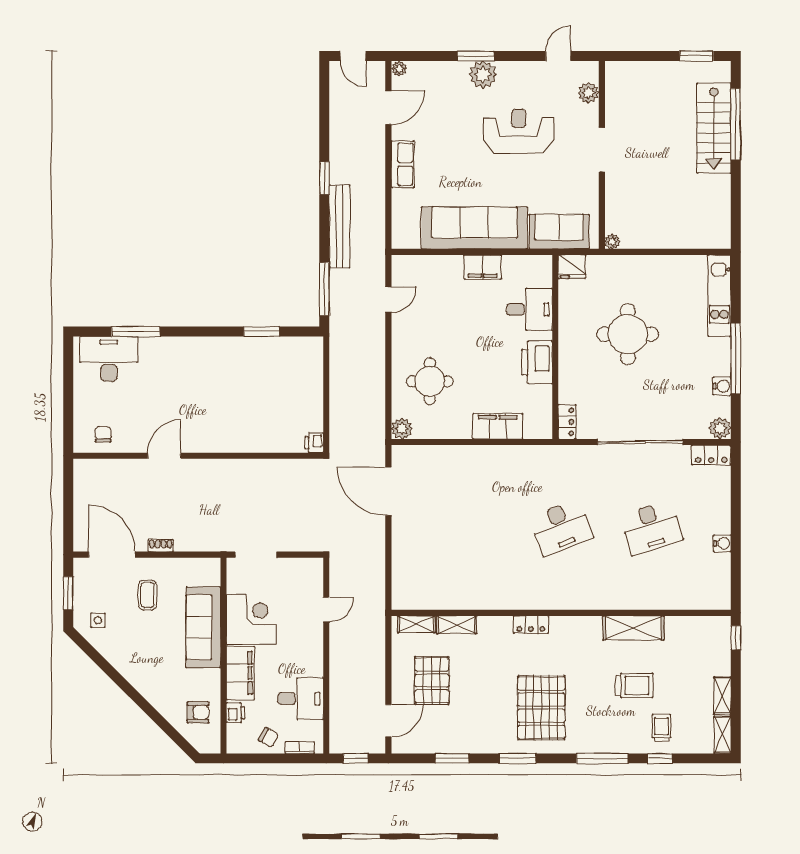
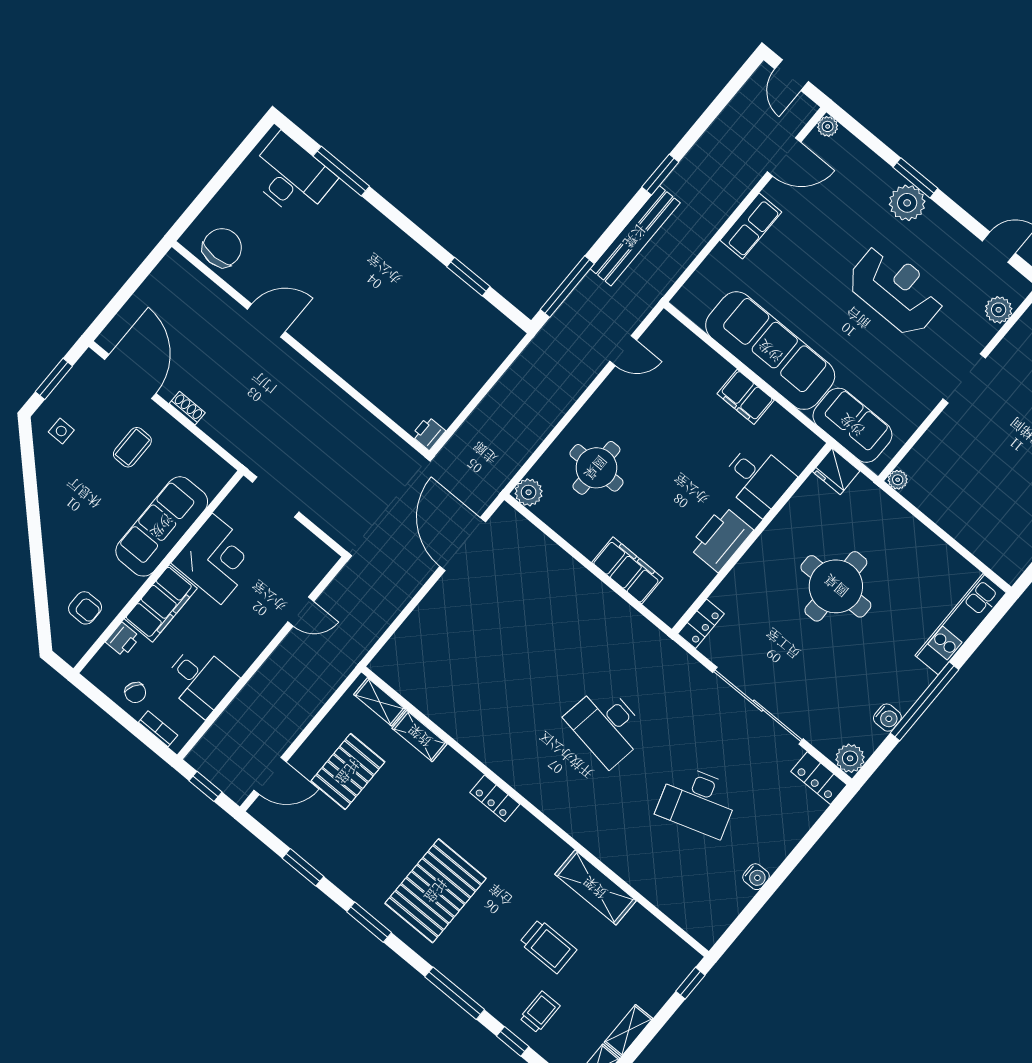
chair: (103, 434) -> (222, 248), width x1.87, depth x1.87
desk: (561, 527) -> (607, 726), turned 30

